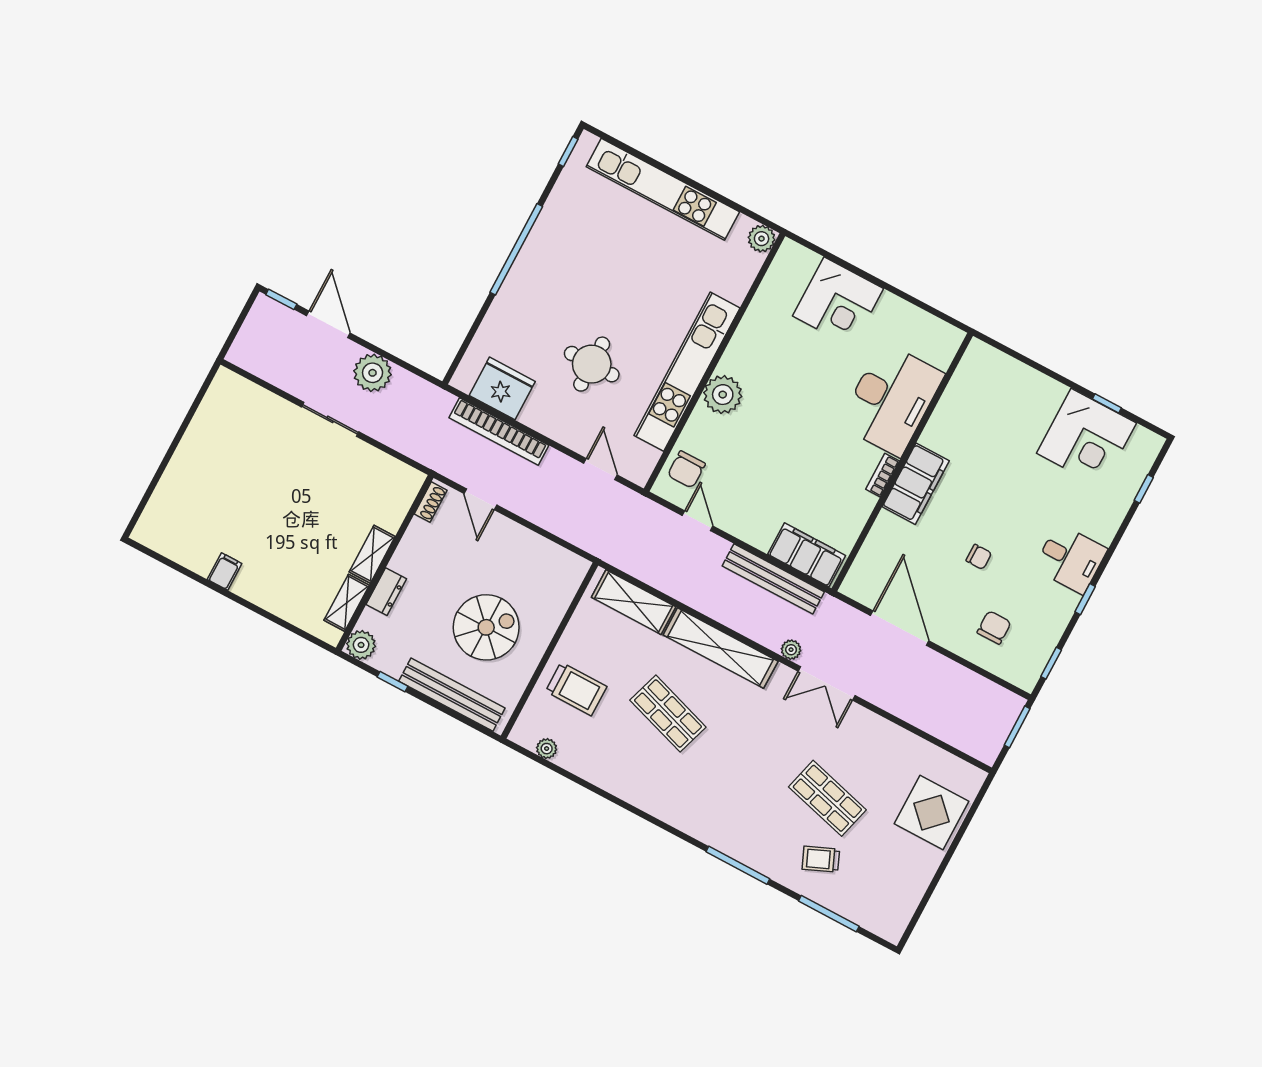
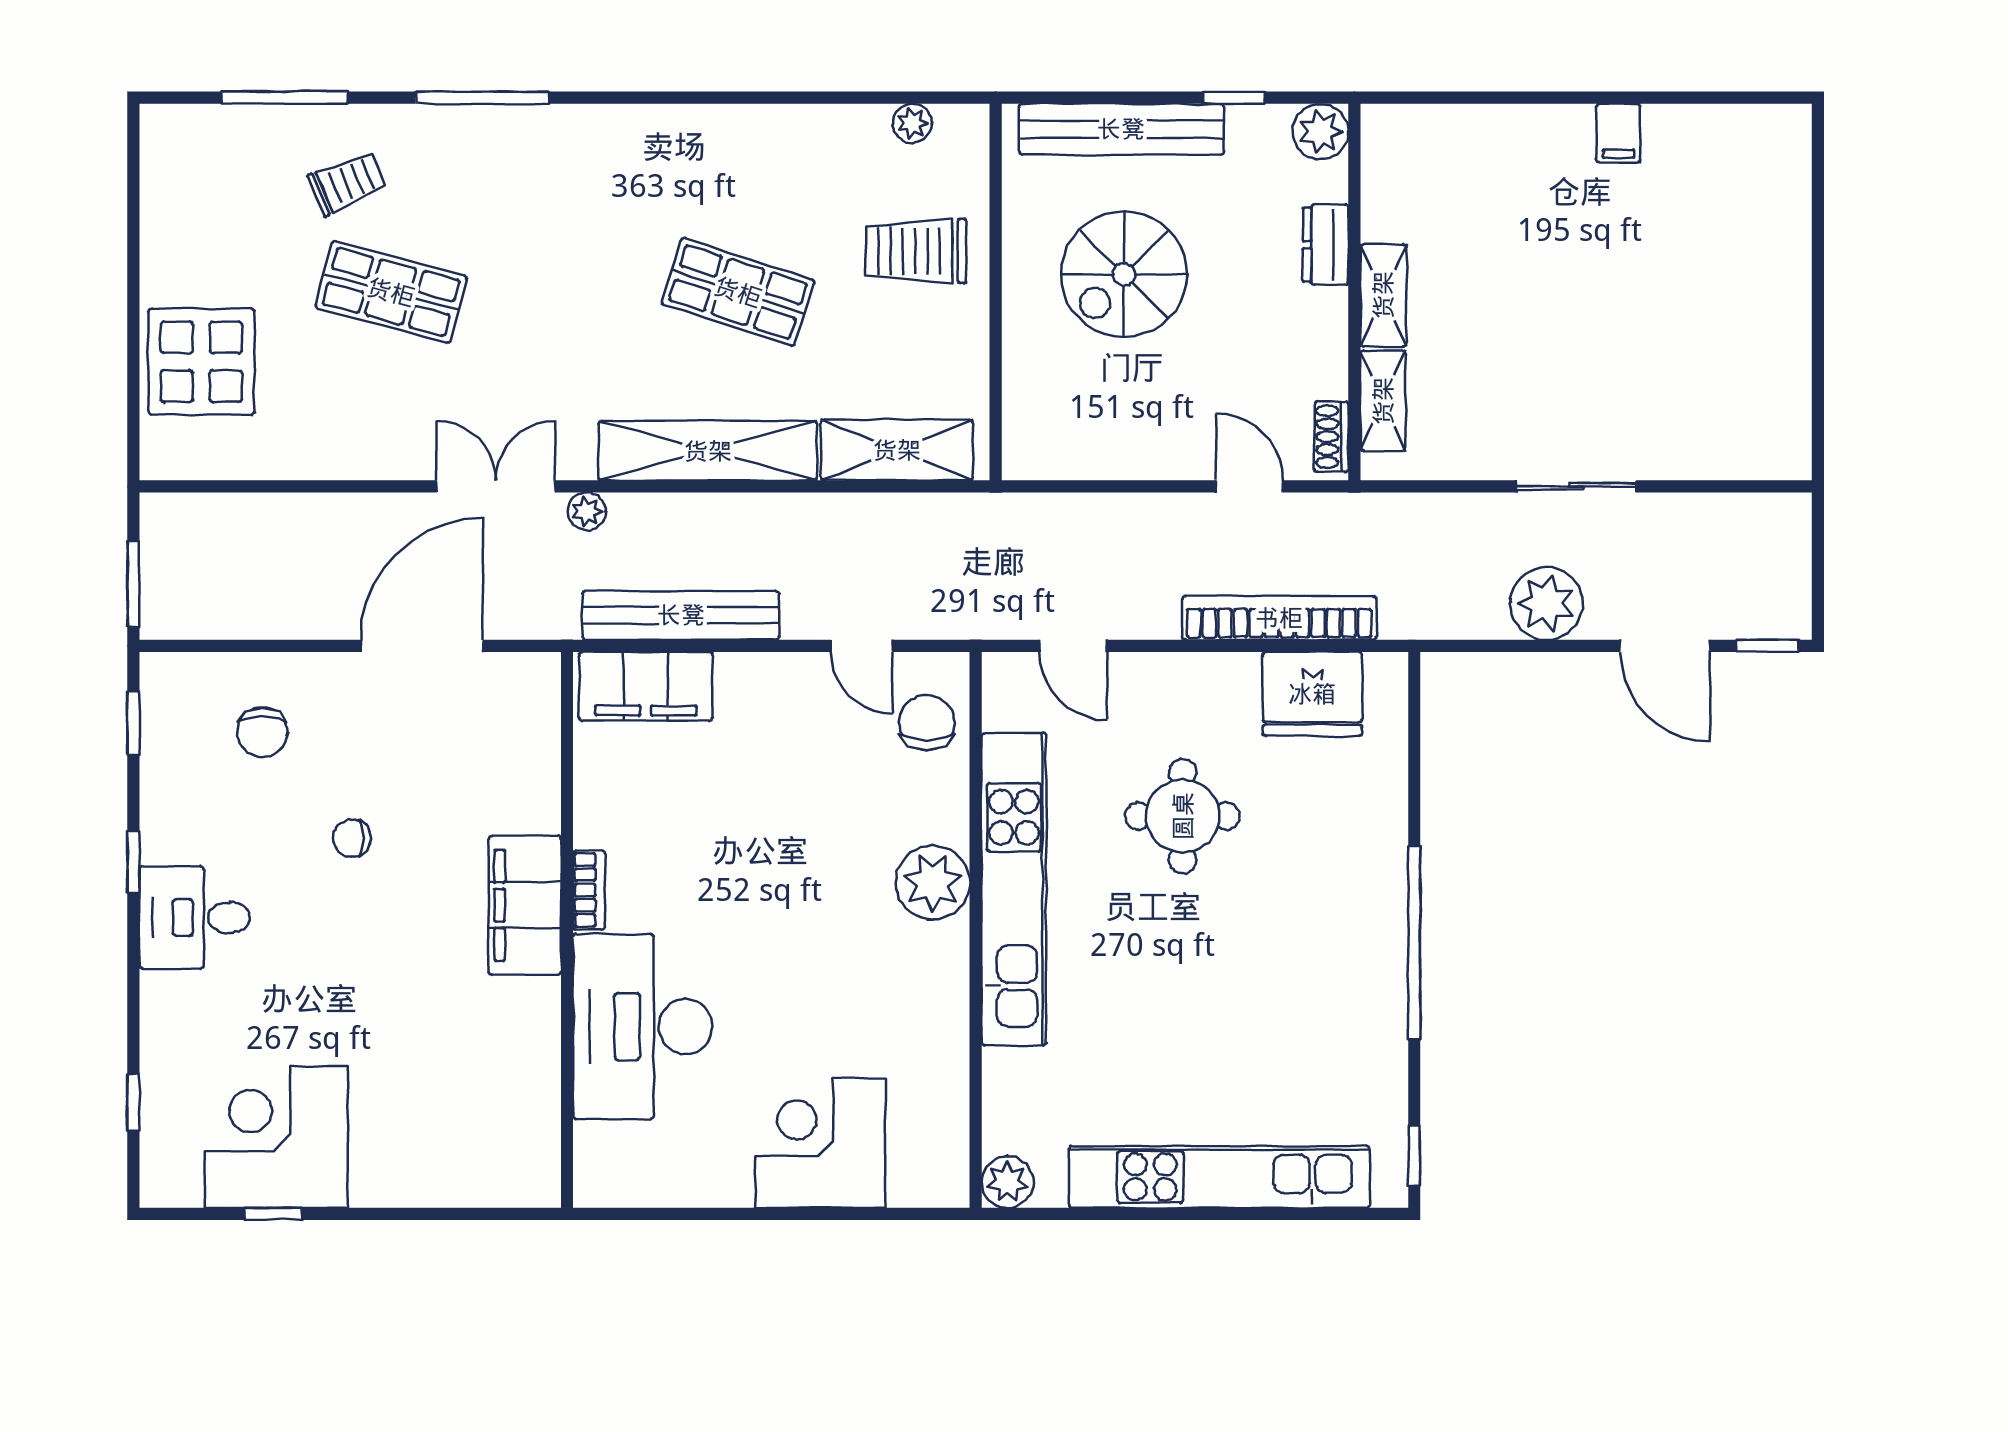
shelving: (347, 603) -> (1383, 401), moved
door: (900, 628) -> (422, 646), swing flipped

